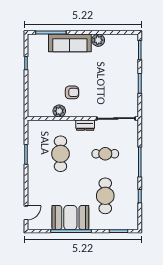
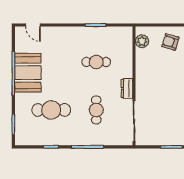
armchair: (72, 92) -> (170, 42), moved, turned 107
plant: (59, 111) -> (142, 41), moved
cafe table: (60, 154) -> (96, 62), width x0.73, depth x0.74

